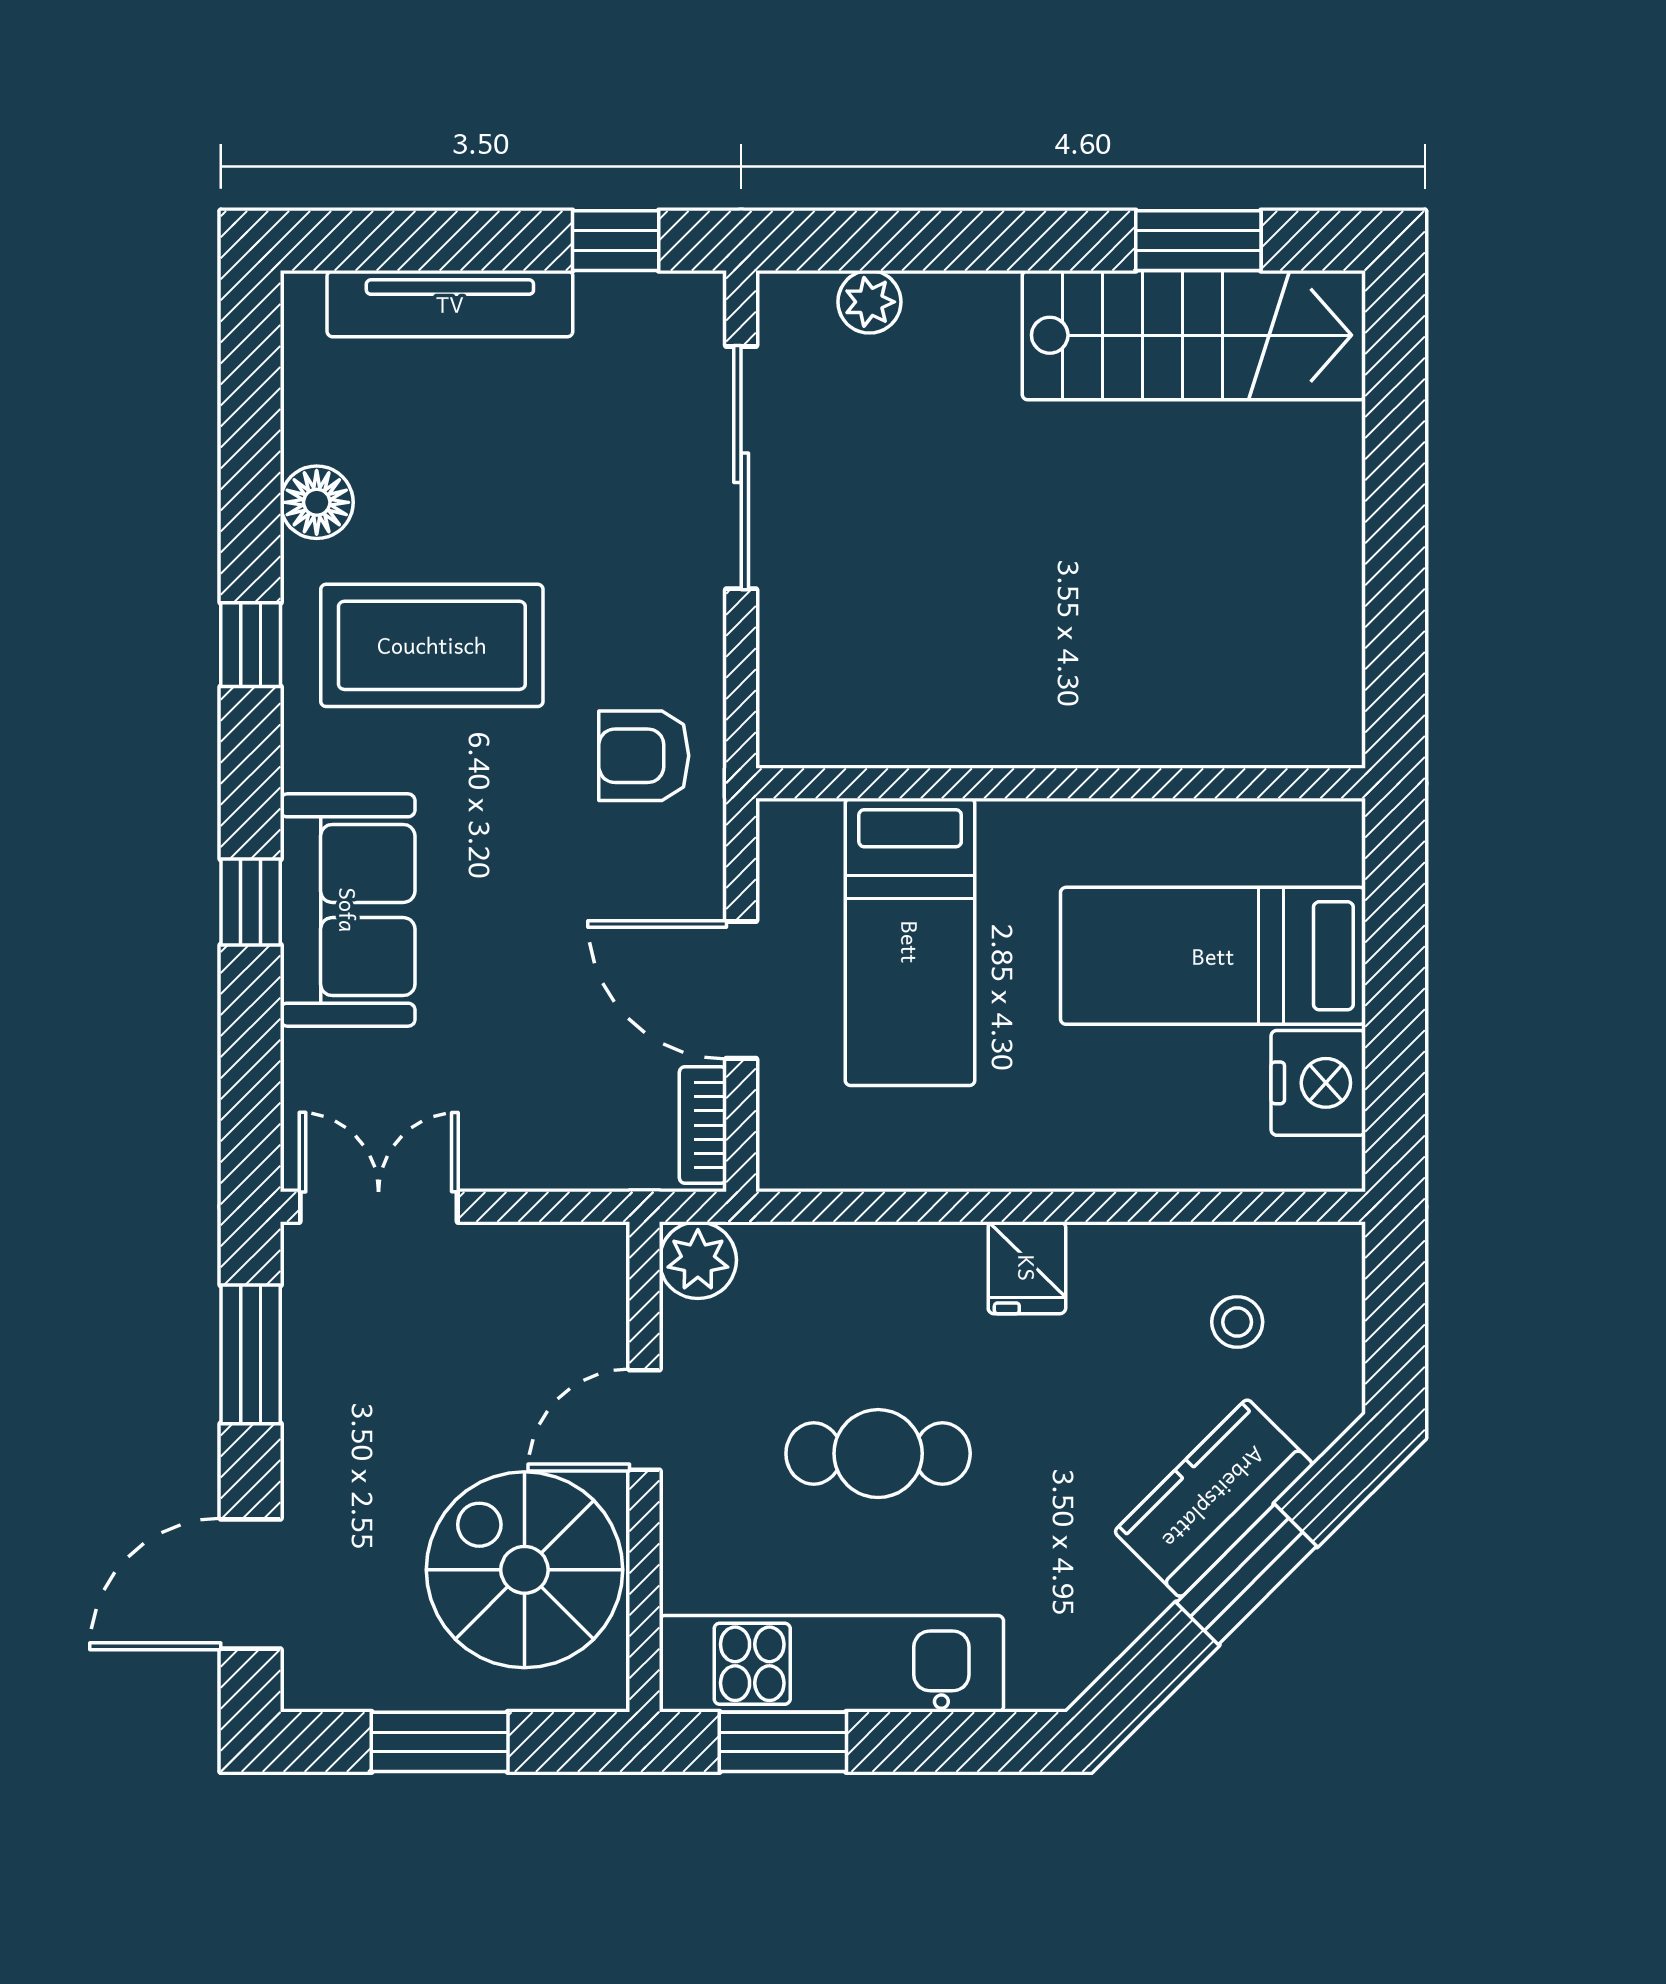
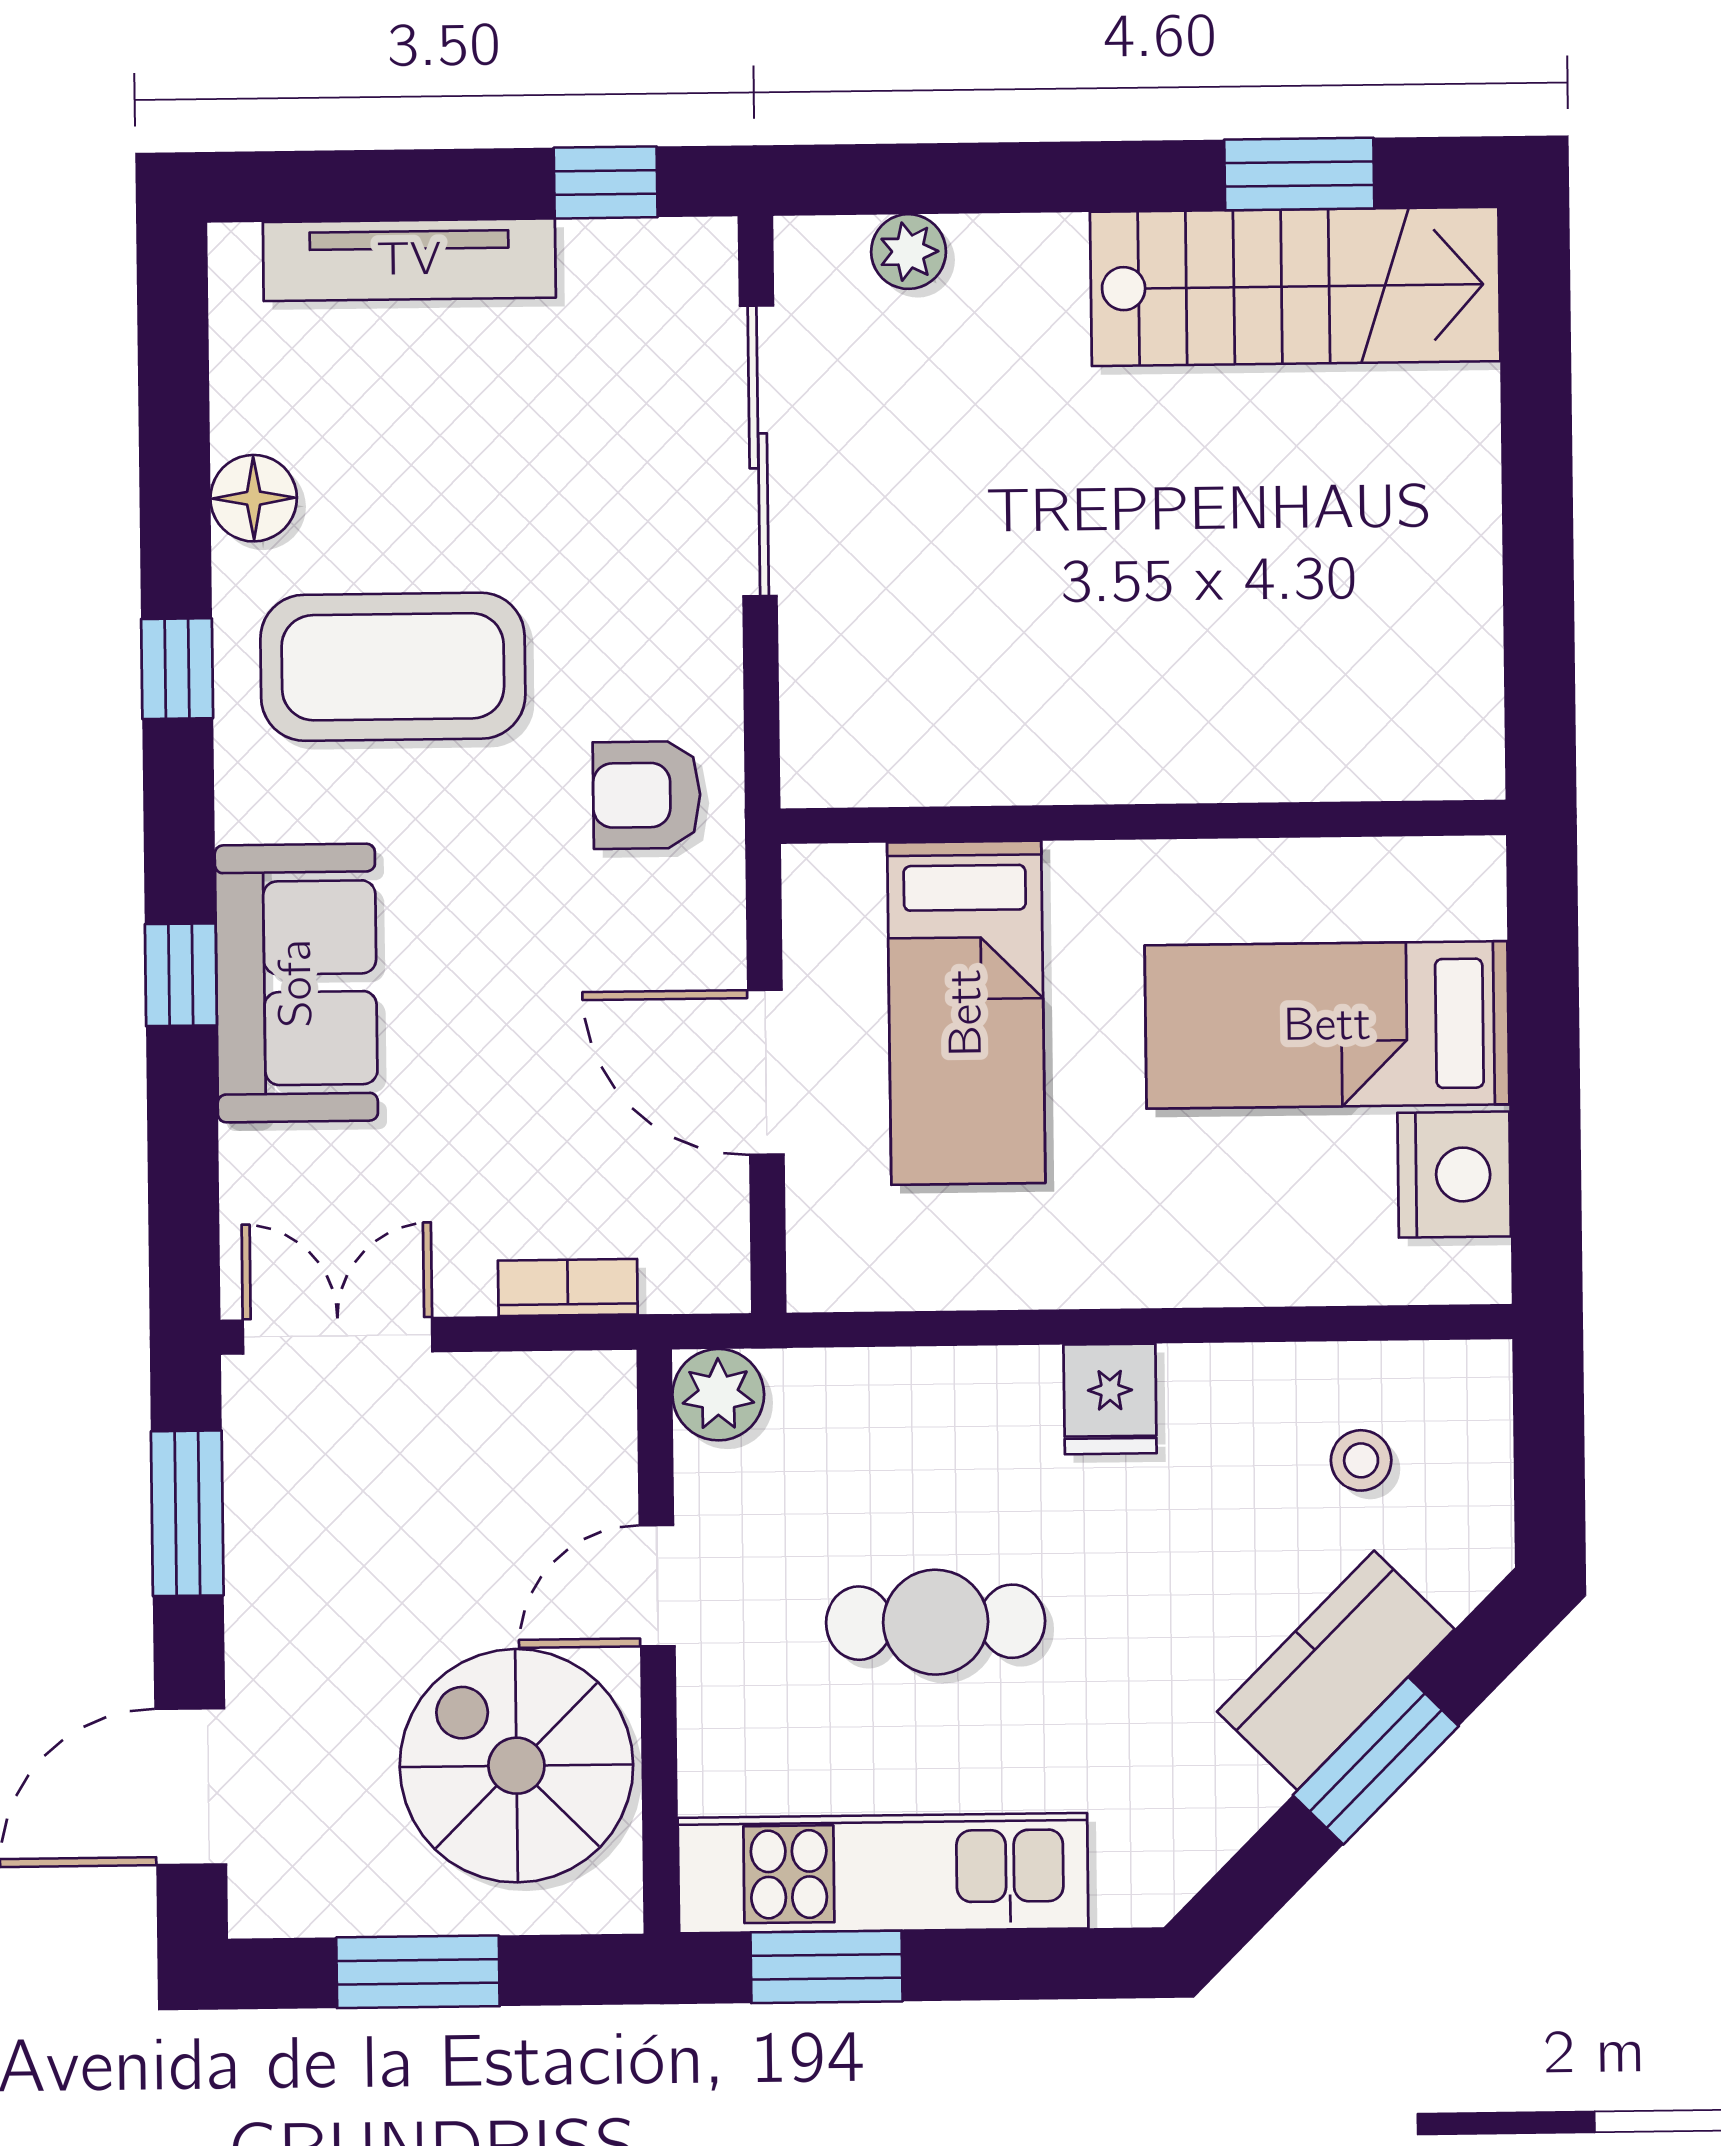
bookcase: (703, 1125) -> (568, 1287), moved, turned 90

